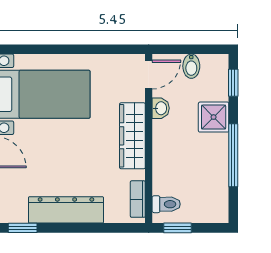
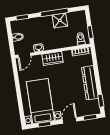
door: (149, 75) -> (24, 55), swing flipped
shower: (214, 117) -> (60, 20), moved
wardrobe: (132, 136) -> (53, 58), width x0.67

